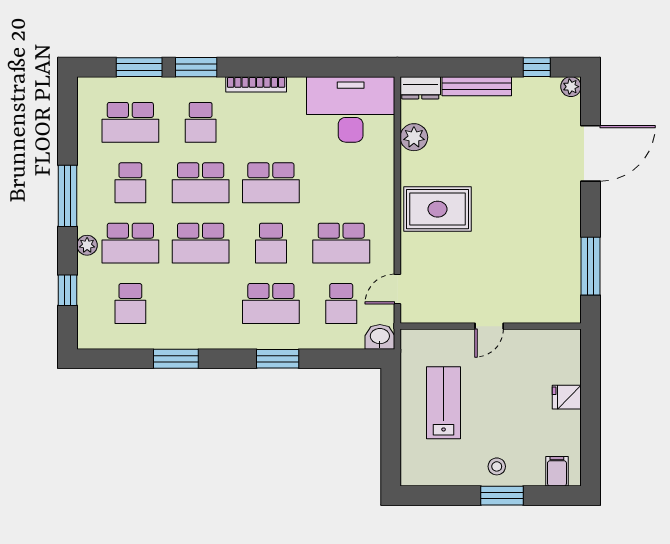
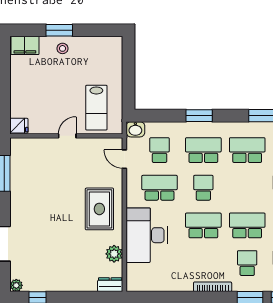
bench: (477, 86) -> (75, 286), removed
desk: (351, 109) -> (147, 235), moved, turned 90
rug: (438, 209) -> (99, 209), turned 90
school desk: (201, 243) -> (247, 150), moved
door: (397, 289) -> (124, 159), swing flipped
fridge: (567, 397) -> (19, 126), moved
lab bench: (444, 403) -> (96, 108), moved
filing cabinet: (557, 471) -> (25, 45), width x2.00

